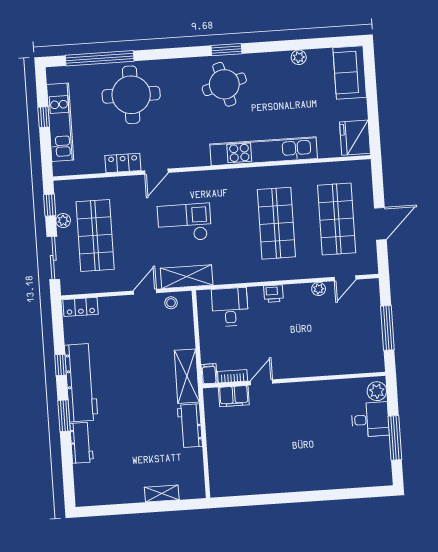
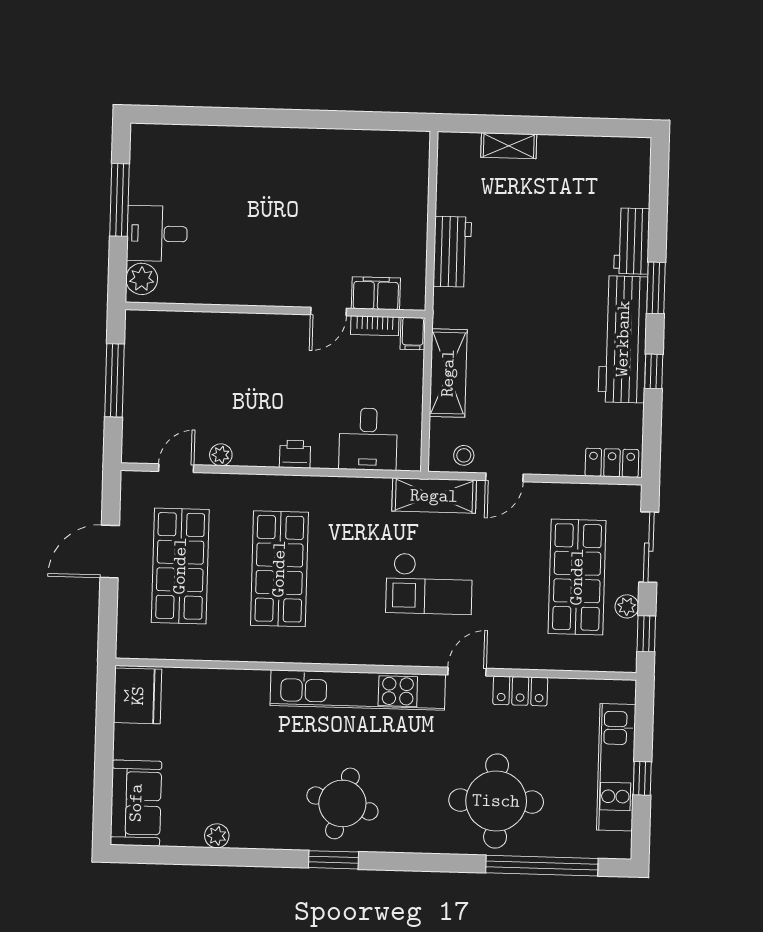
round table: (224, 84) -> (342, 803), turned 30
kitchen unit: (264, 151) -> (358, 690), moved
shelving: (187, 376) -> (448, 373), moved

